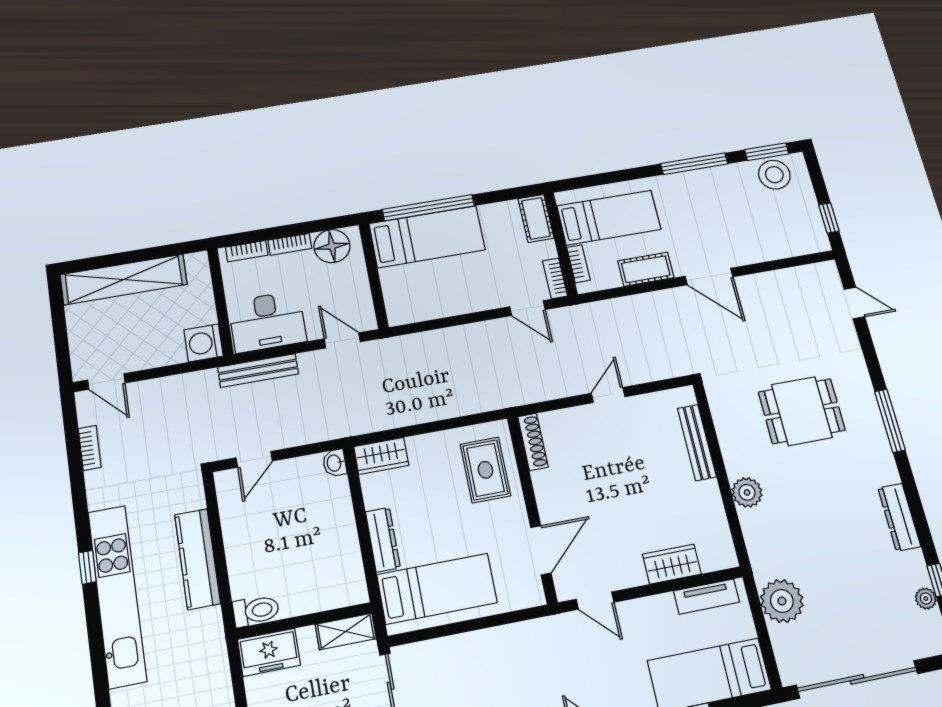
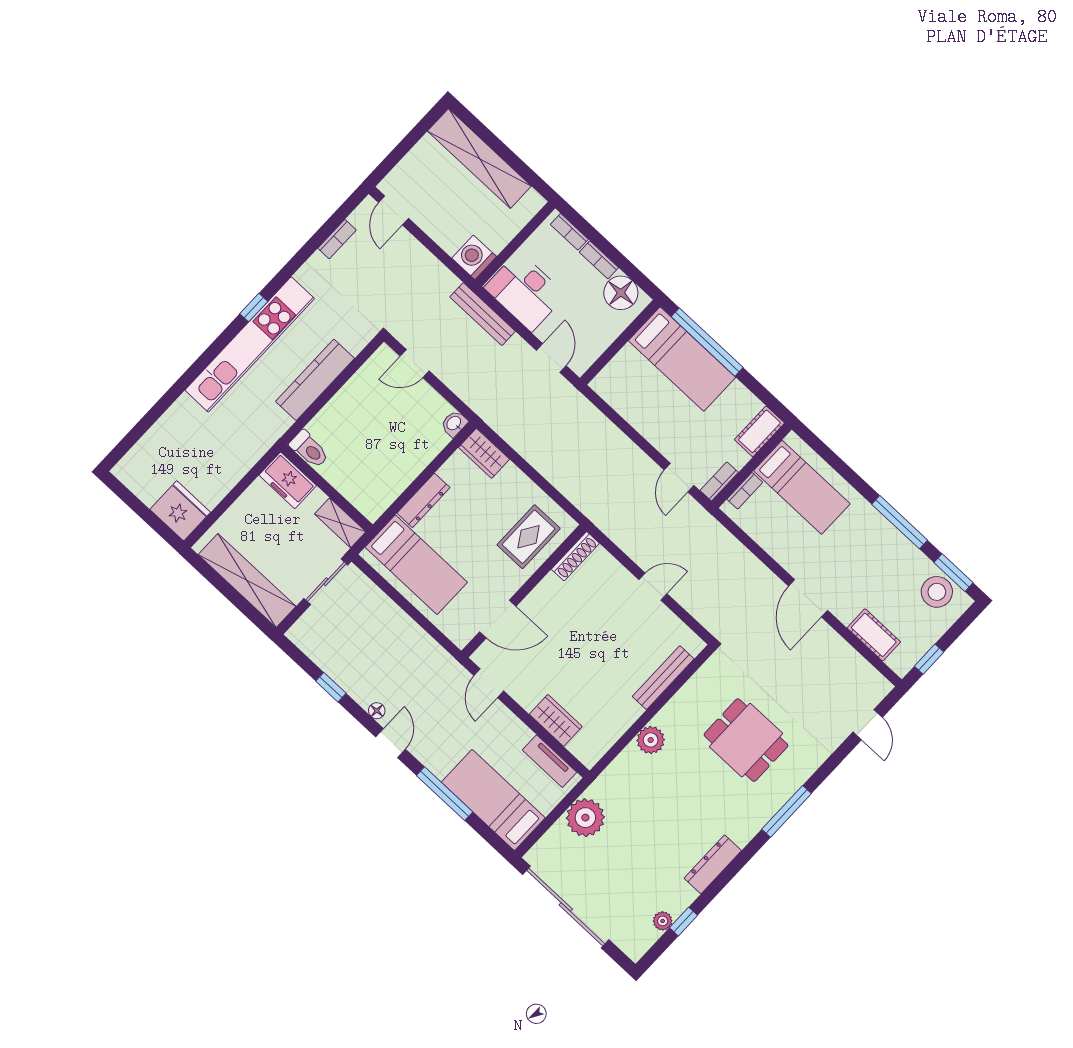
cot: (646, 269) -> (874, 635), moved

